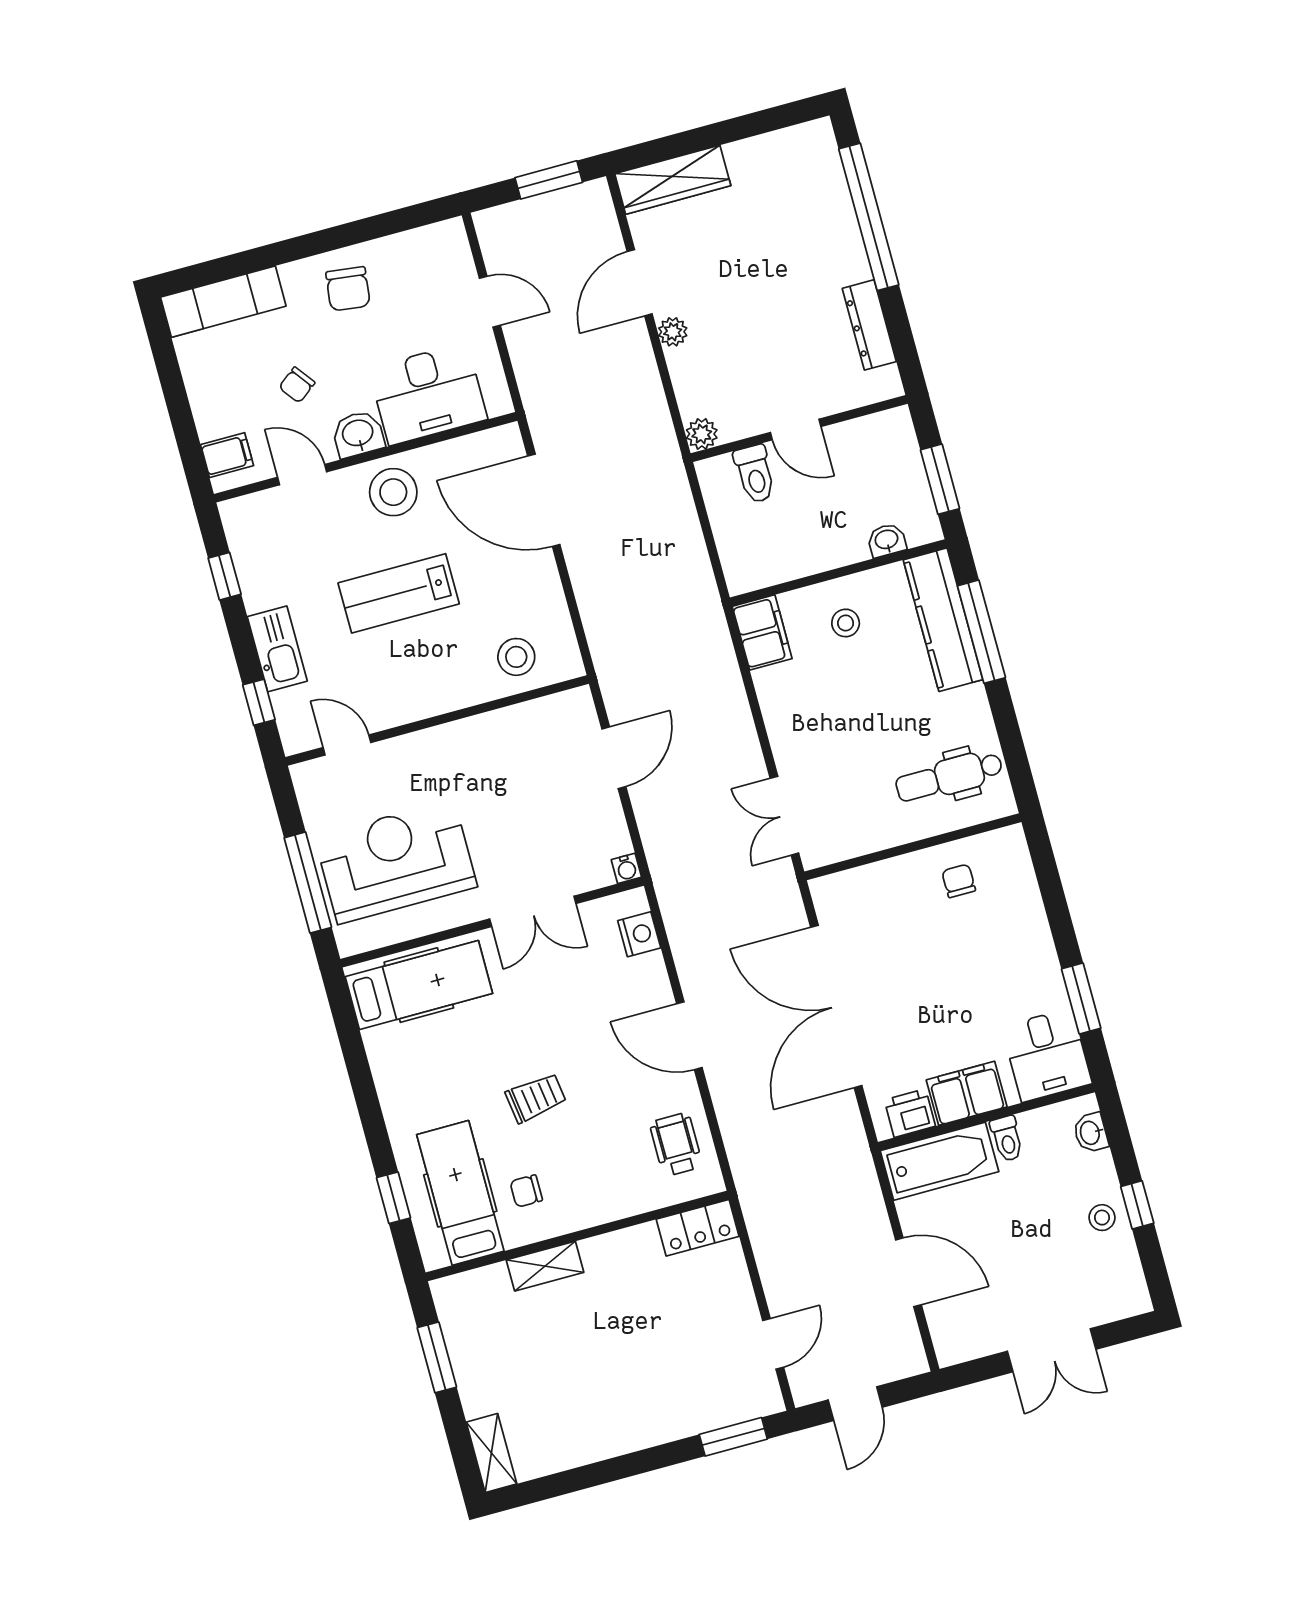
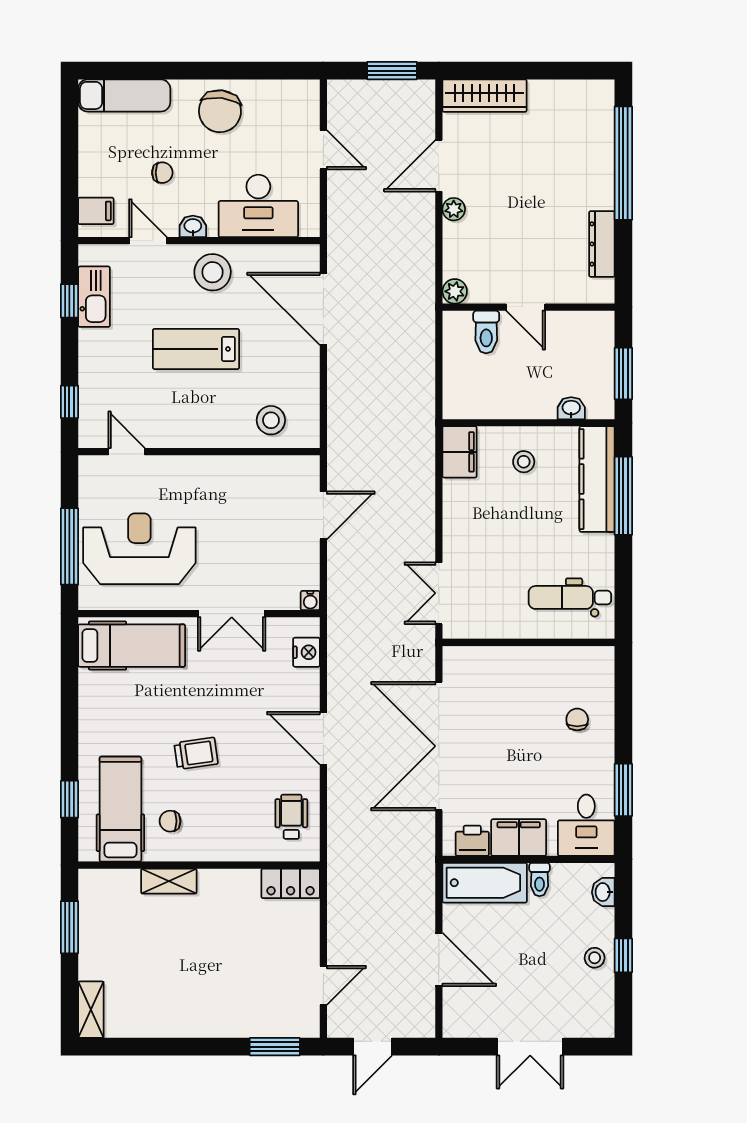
chair: (348, 289) -> (220, 111), width x1.37, depth x1.37
chair: (297, 385) -> (162, 173), turned -143
washbasin: (358, 434) -> (193, 226), width x0.72, depth x0.69
kitchen sink: (277, 649) -> (94, 297), moved
chair: (959, 881) -> (577, 719), moved

